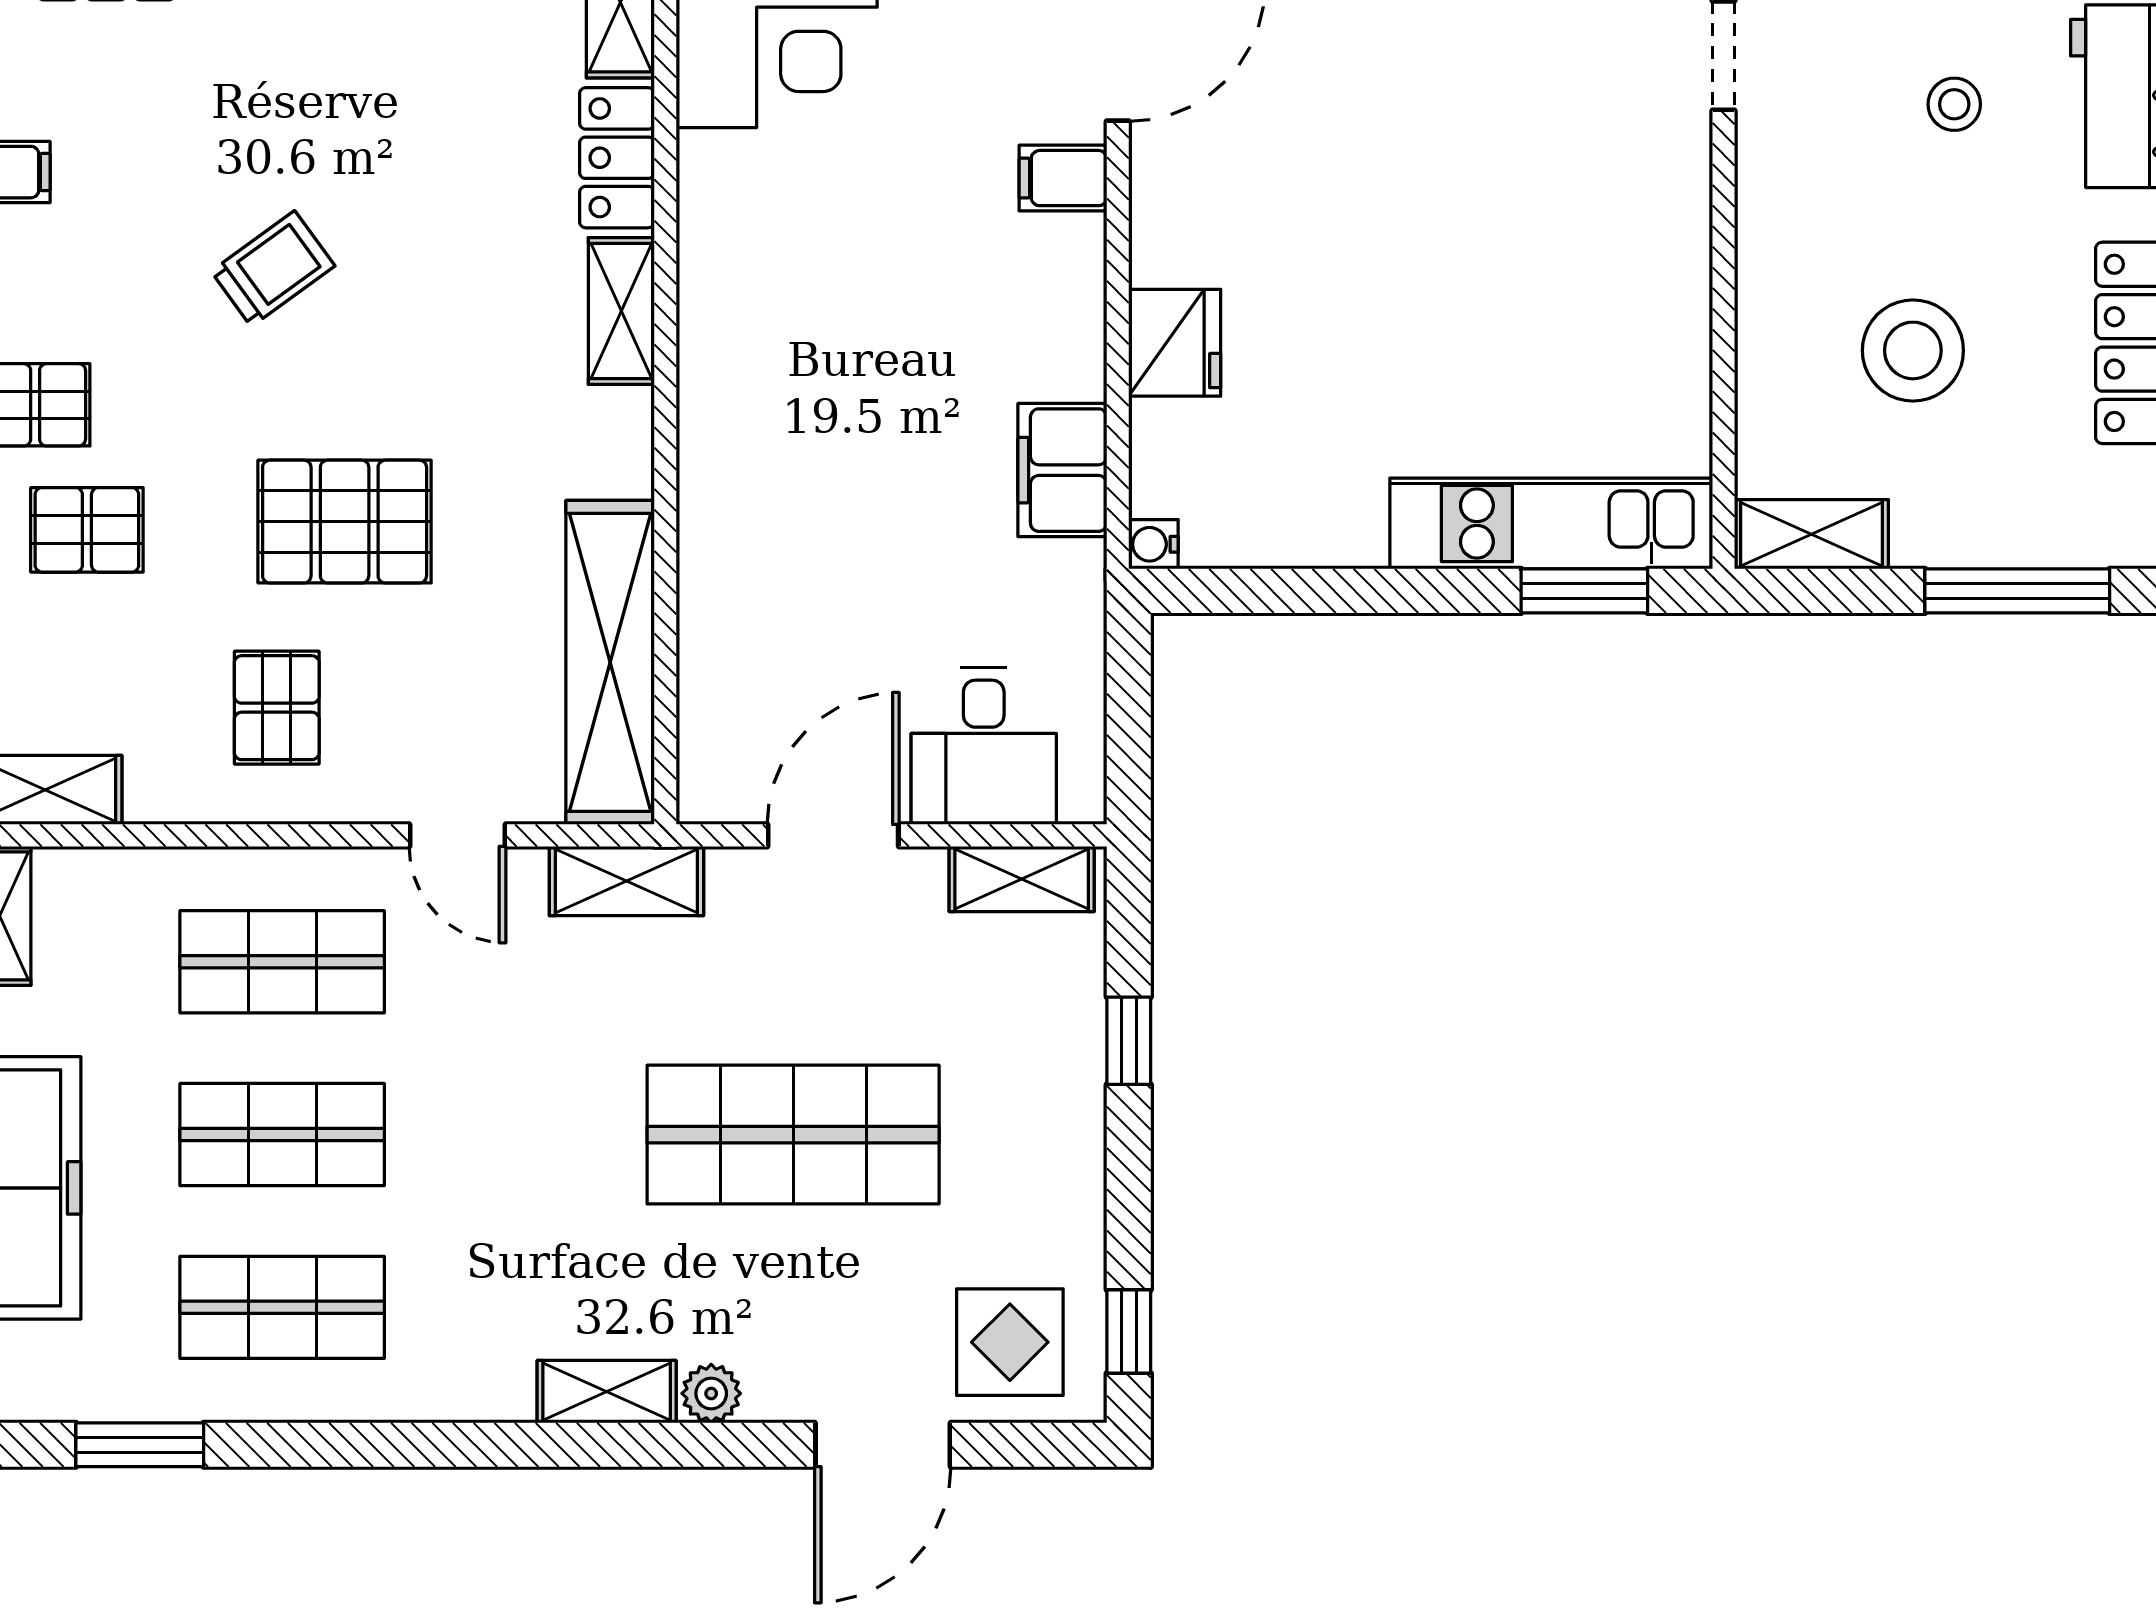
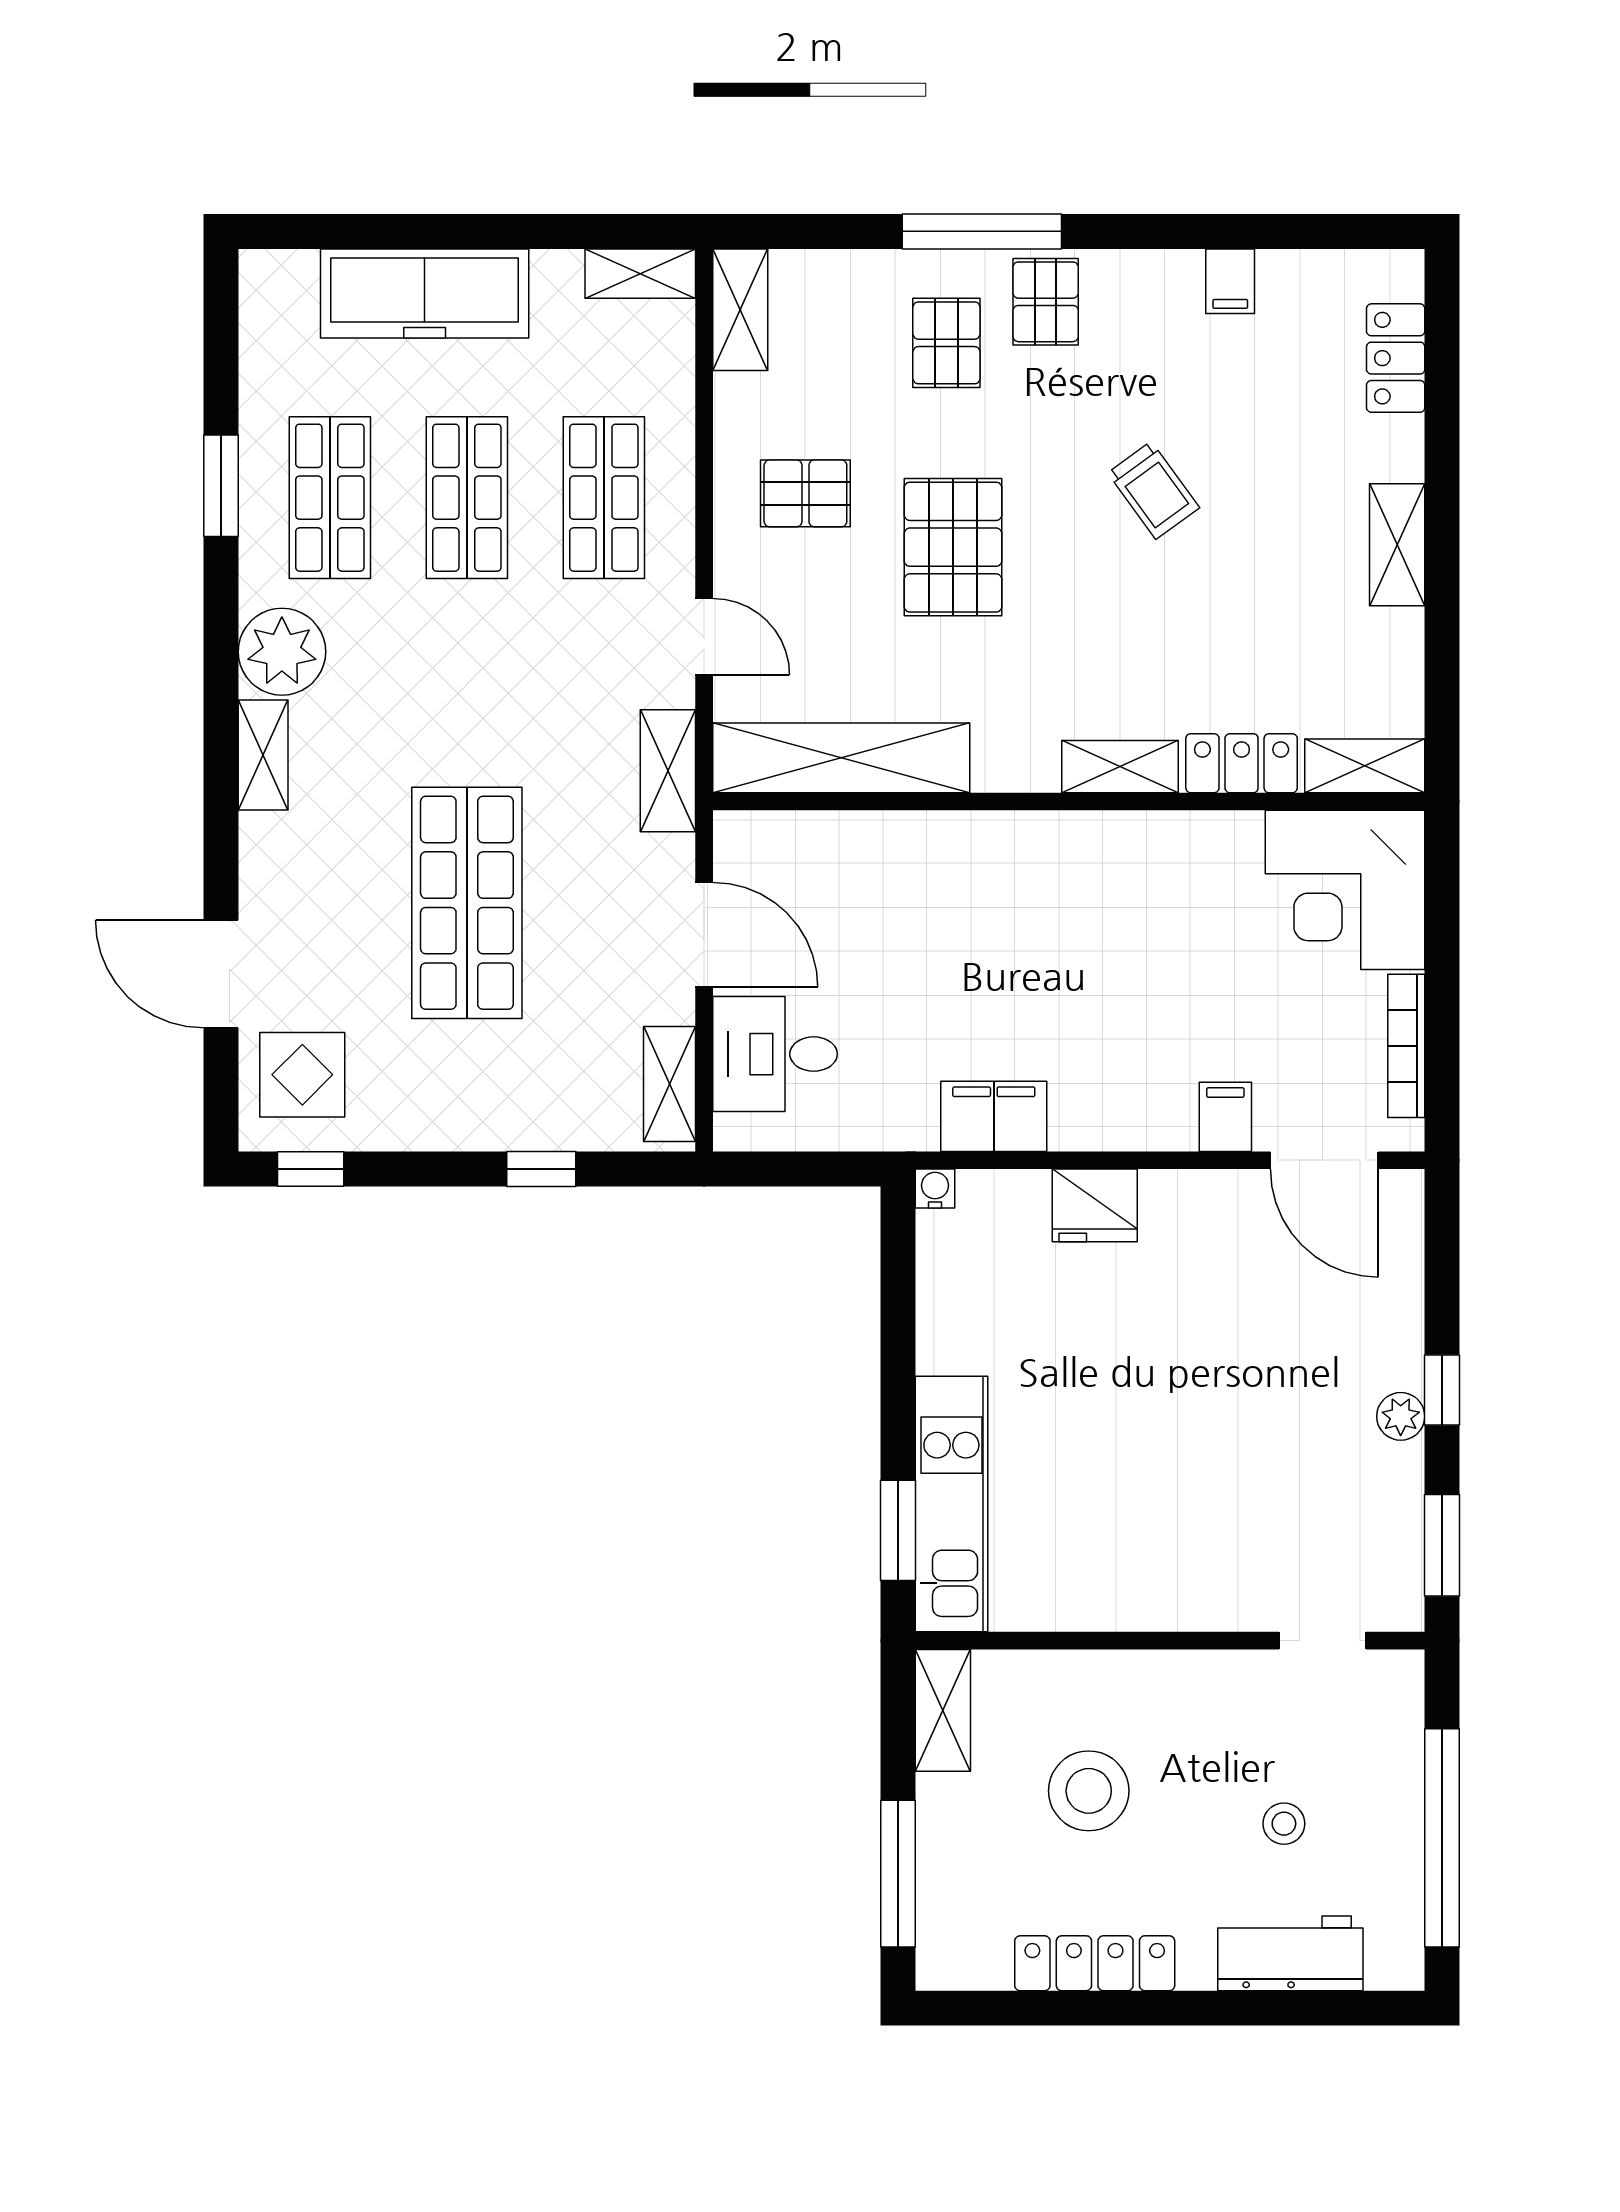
door: (457, 835) -> (704, 637), swing flipped
plant: (711, 1393) -> (282, 652), moved, width x1.88, depth x1.88
window: (140, 1445) -> (221, 486), moved

